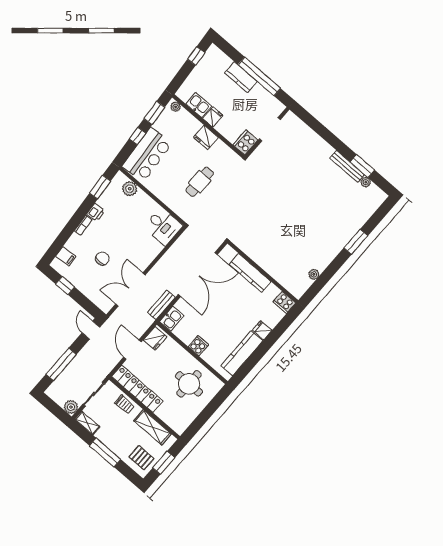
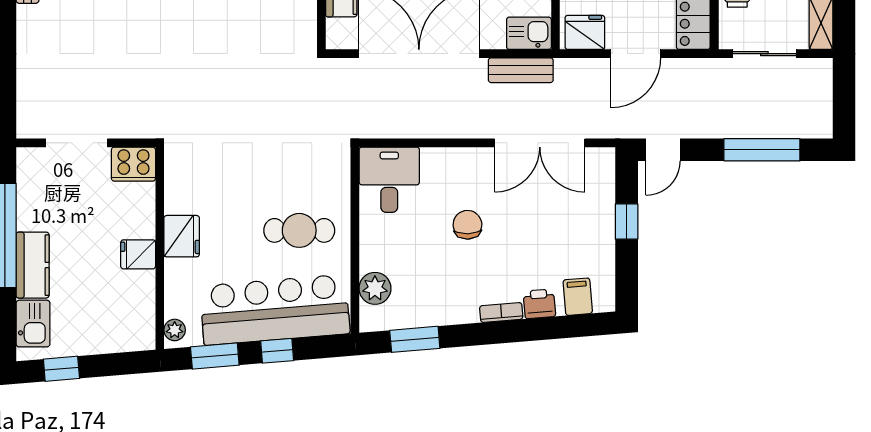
kitchen sink: (199, 105) -> (33, 324), moved, turned 180
bar counter: (147, 155) -> (275, 310), width x1.36
cafe table: (200, 182) -> (299, 230), moved
printer: (96, 212) -> (539, 304), moved
chair: (102, 259) -> (467, 225), moved, turned 88
window: (65, 285) -> (627, 221), moved
plant: (71, 407) -> (818, 73), removed

